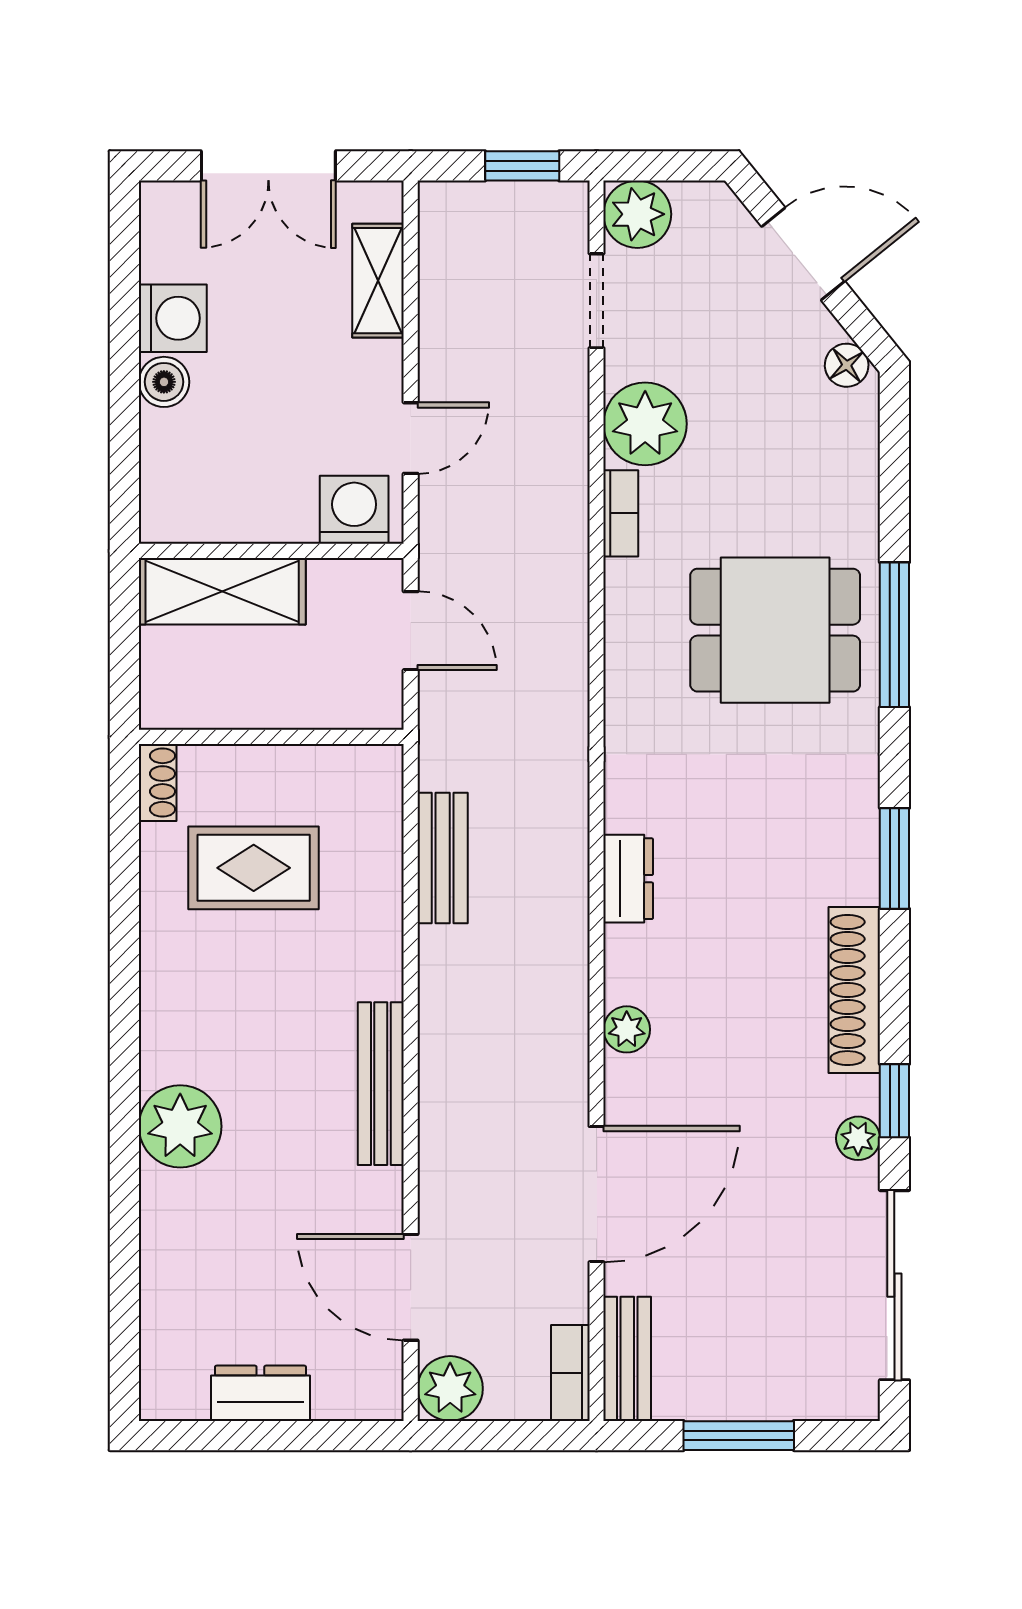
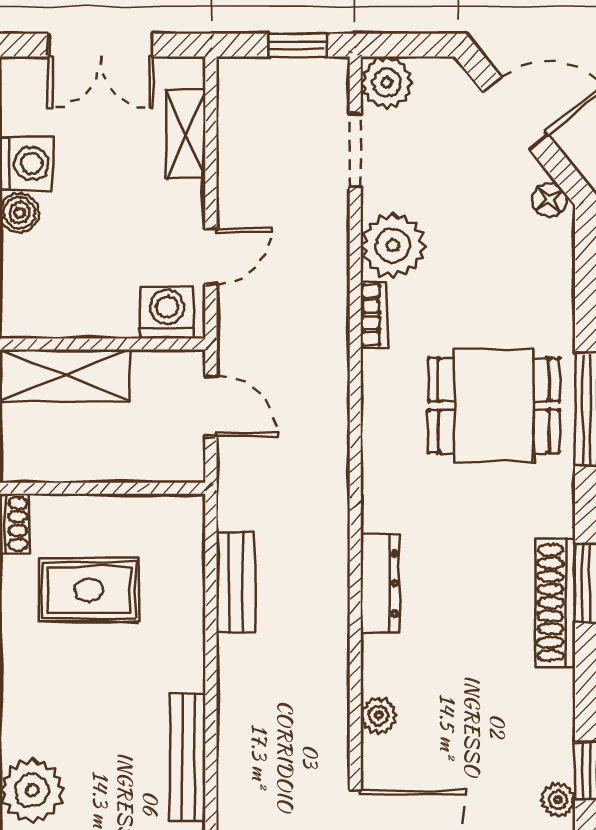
dresser: (628, 879) -> (380, 583), width x1.44
shoe rack: (854, 990) -> (555, 603), moved

